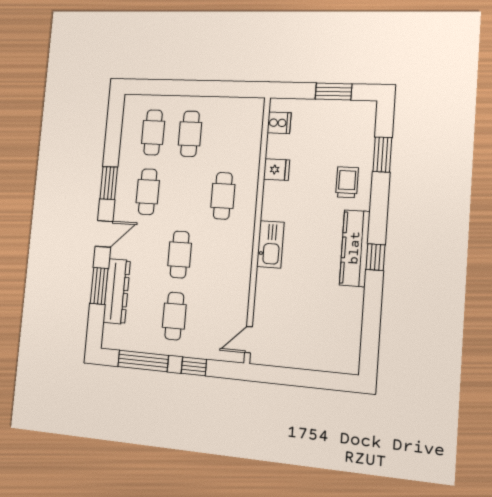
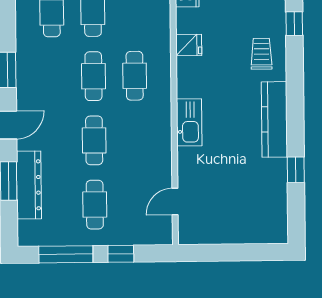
window: (382, 155) -> (294, 24), width x0.67
cafe table: (148, 192) -> (93, 76), moved
window: (375, 257) -> (296, 170), moved
door: (249, 340) -> (175, 201), moved

